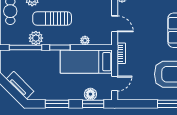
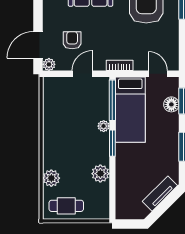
armchair: (141, 16) -> (72, 40), added
sun lounger: (52, 18) -> (76, 153), removed
plant: (85, 41) -> (104, 126), moved
window: (25, 48) -> (112, 100), moved

